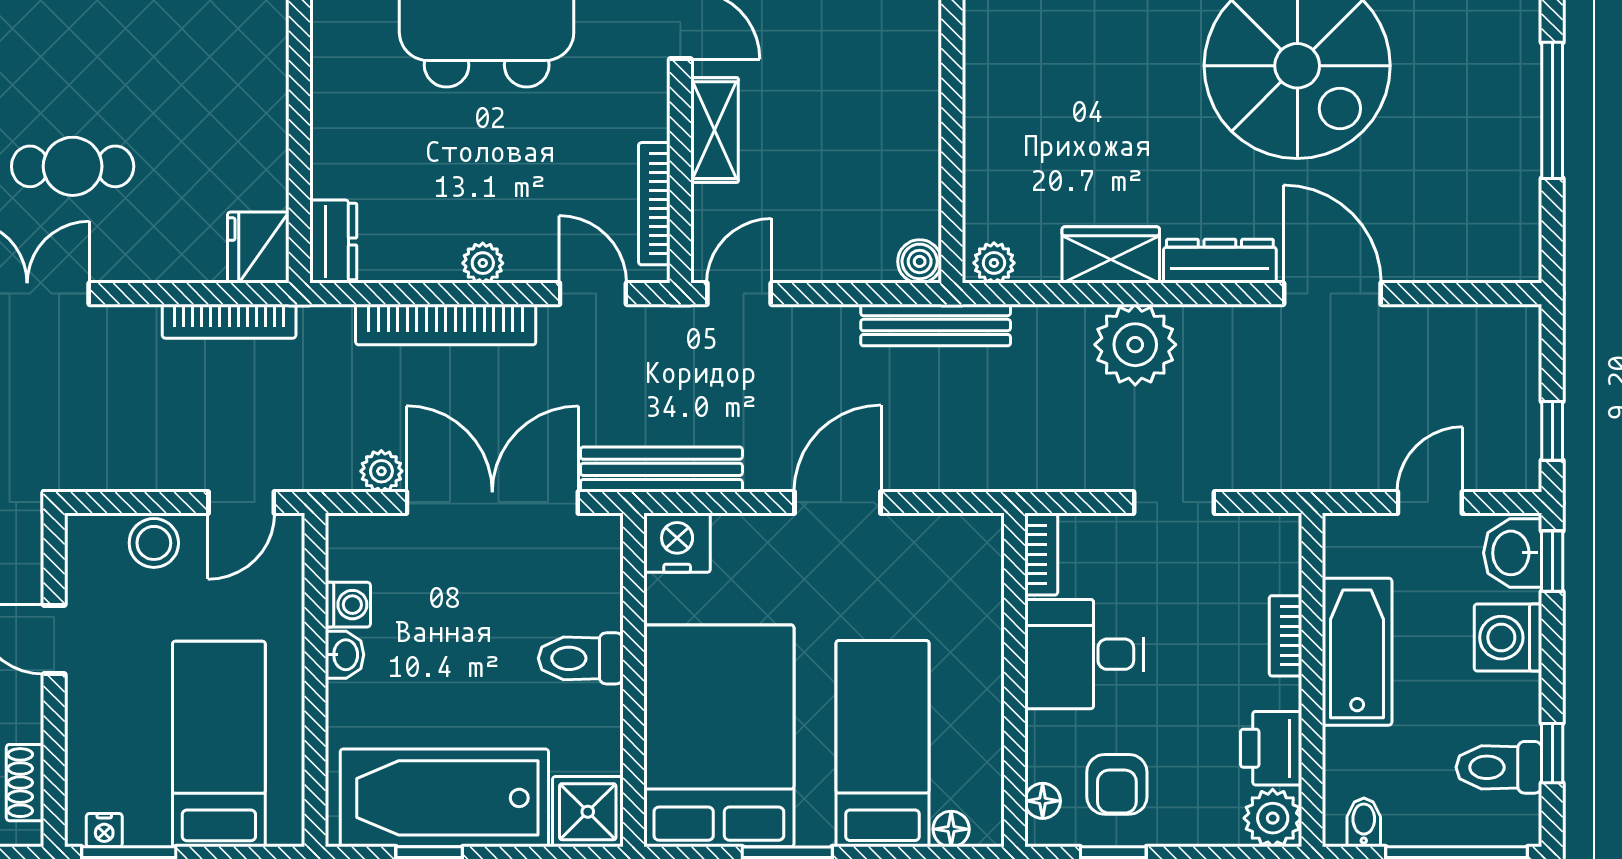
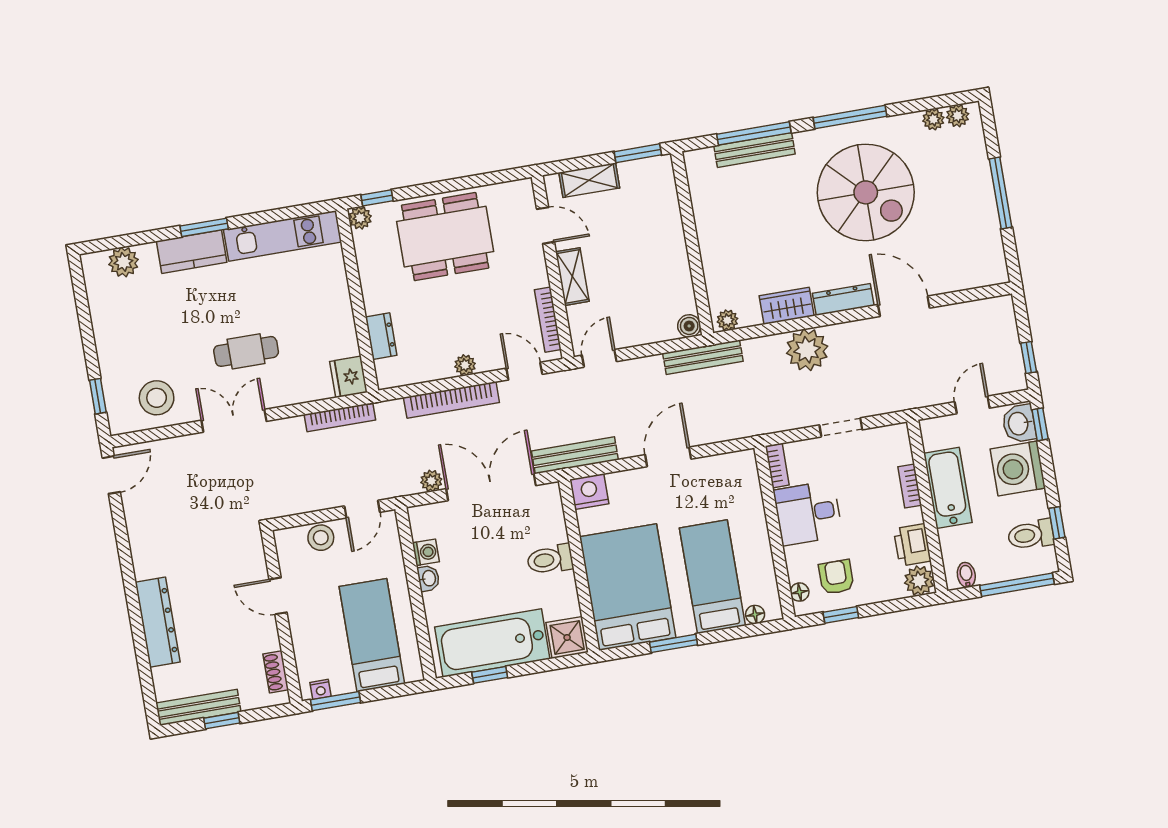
dresser: (333, 242) -> (381, 336), moved
washing machine: (1508, 638) -> (1018, 468), width x1.37, depth x1.37
armchair: (1117, 784) -> (836, 577), turned 180

